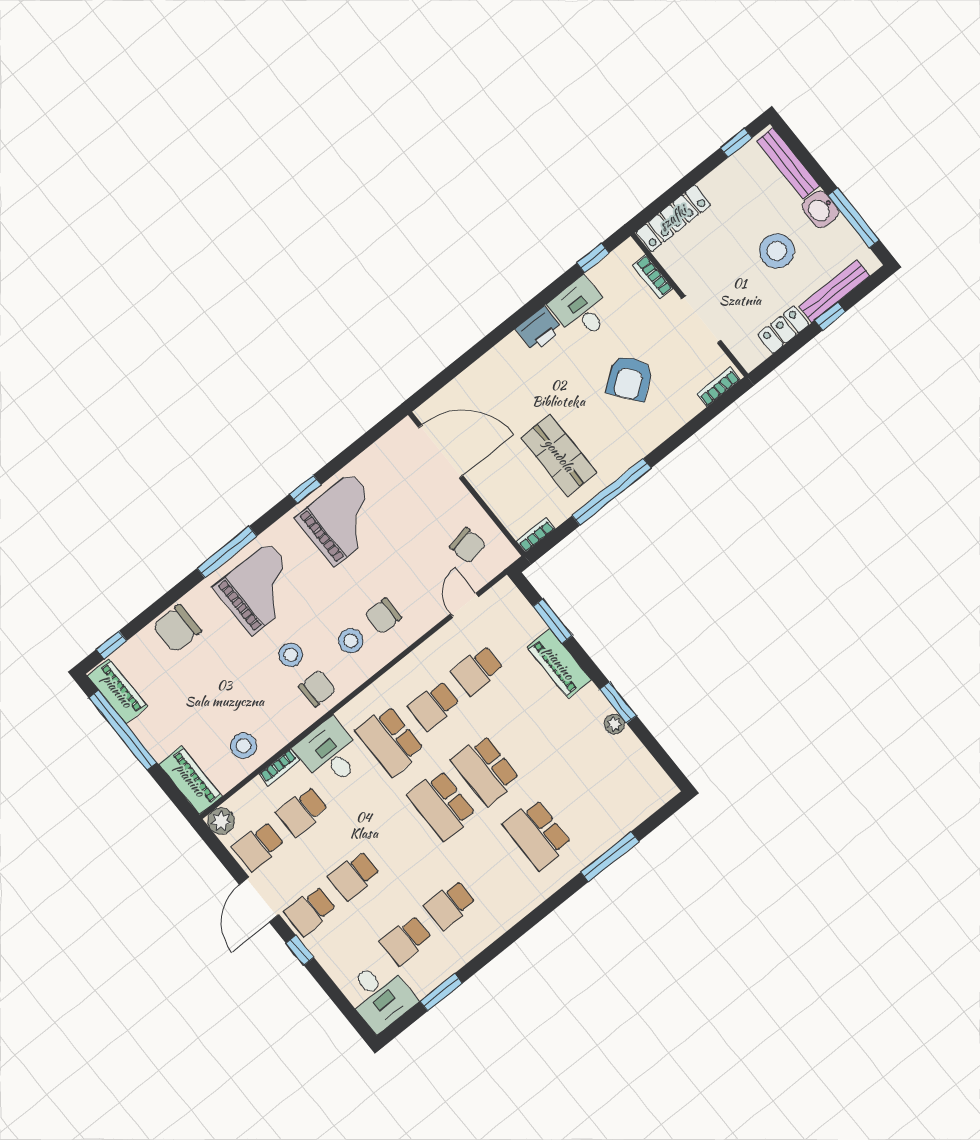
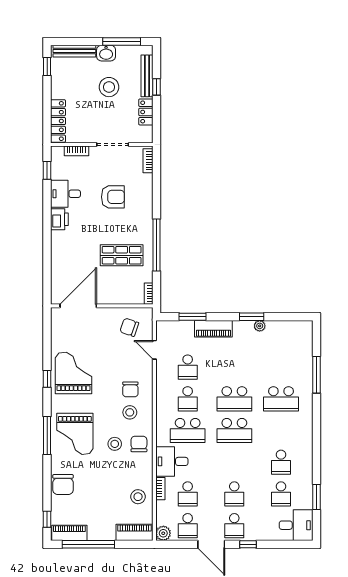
armchair: (630, 378) -> (113, 197), turned -53
chair: (468, 546) -> (129, 327), turned -151
grand piano: (260, 589) -> (75, 434), turned 180

